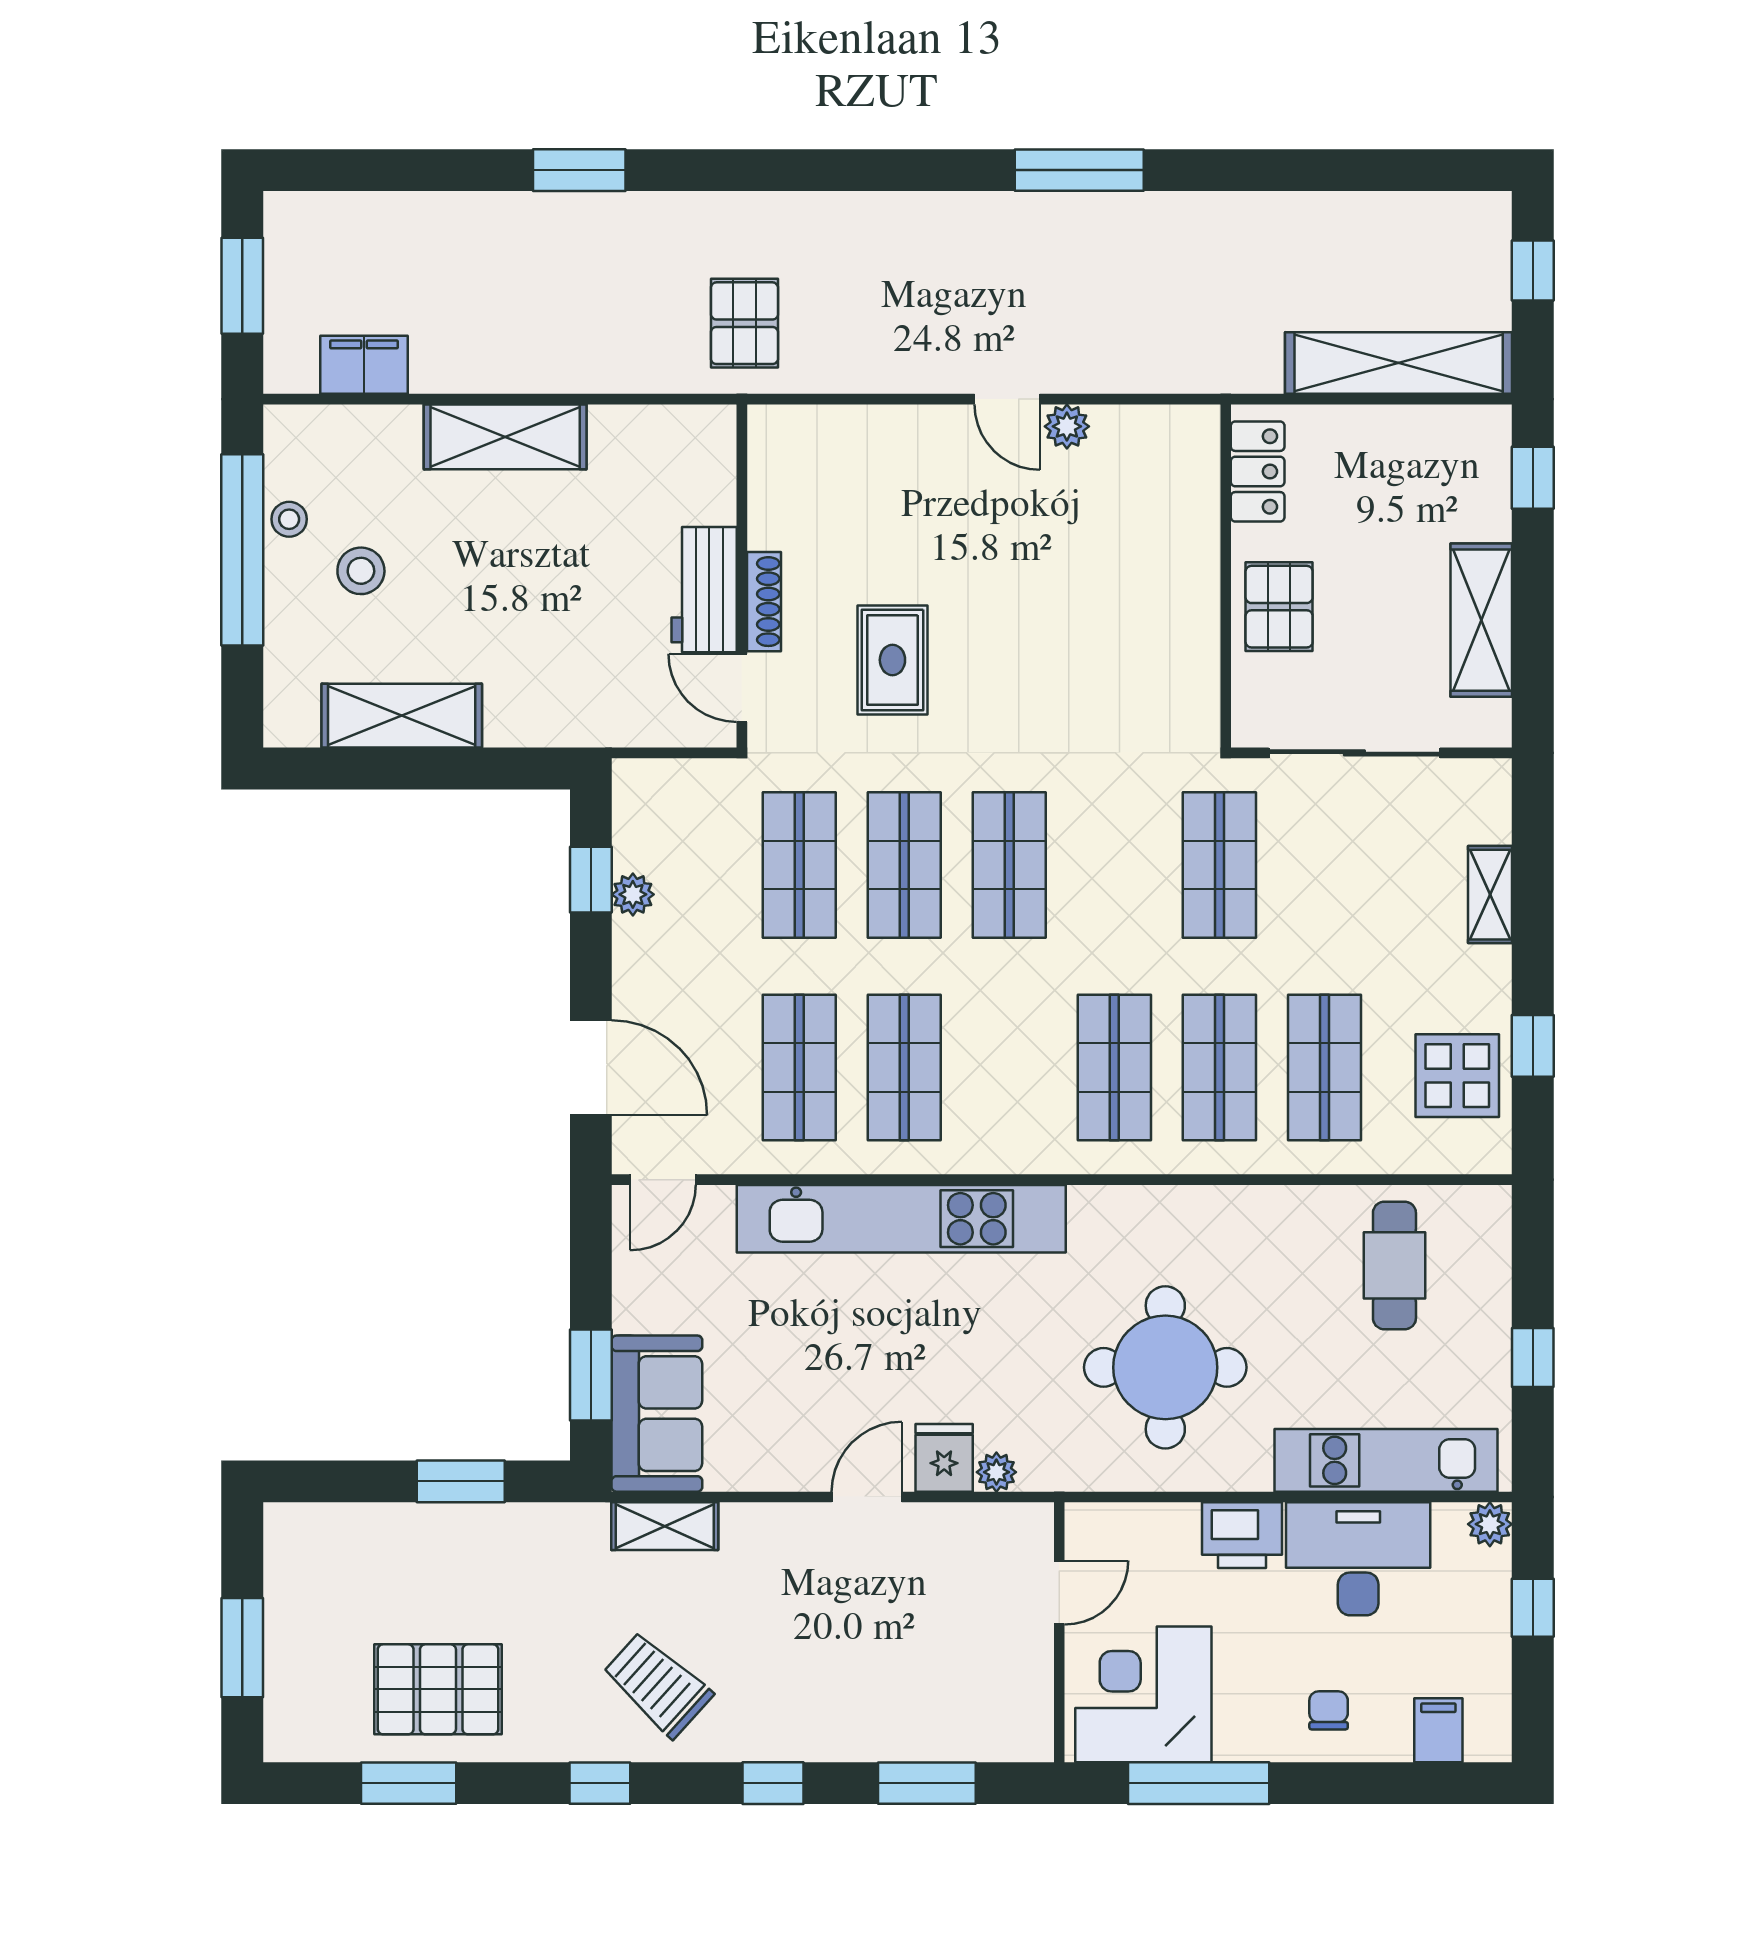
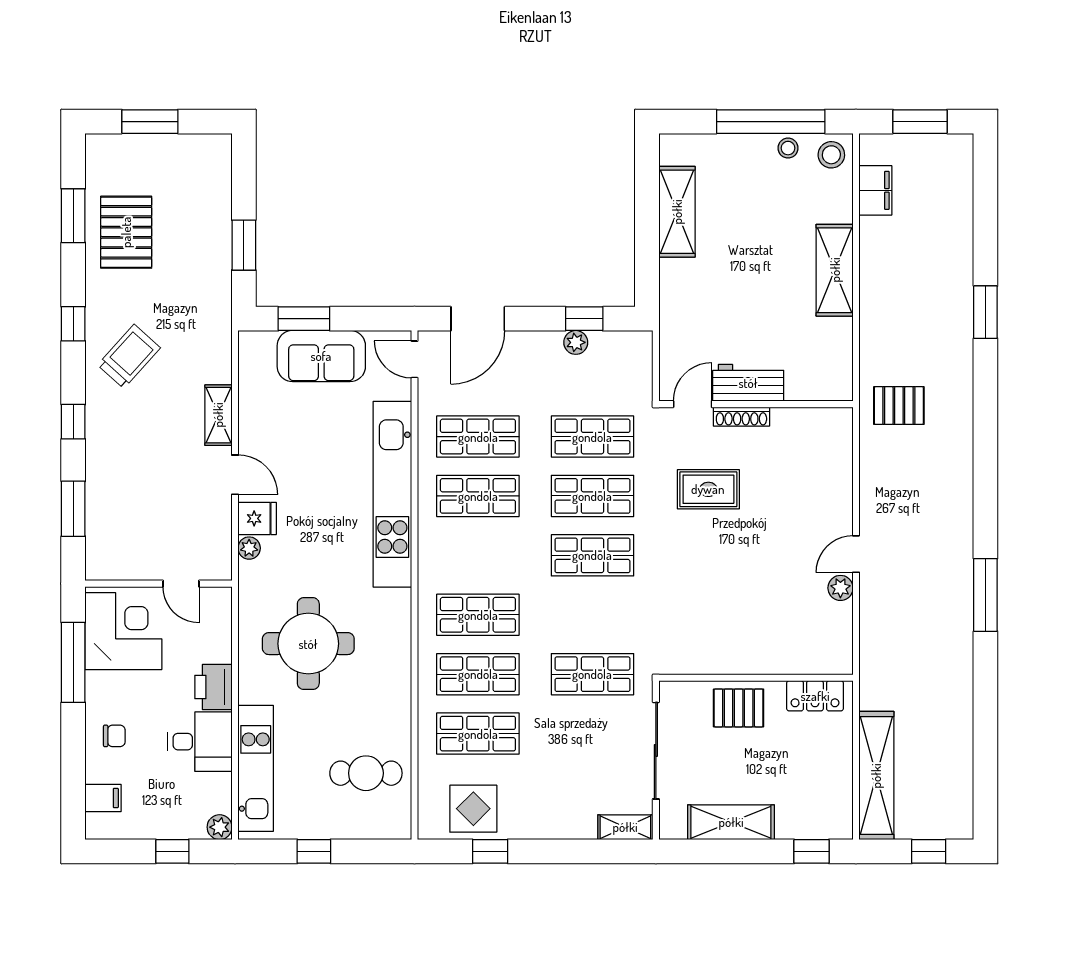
stool: (361, 571) -> (831, 155), moved
shelving: (1490, 895) -> (625, 827), moved
sofa: (657, 1414) -> (321, 356), moved
shelving: (665, 1526) -> (218, 415), moved
desk: (1358, 1559) -> (200, 742), width x0.73

